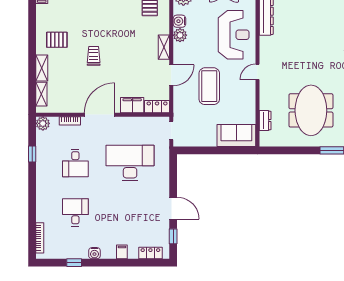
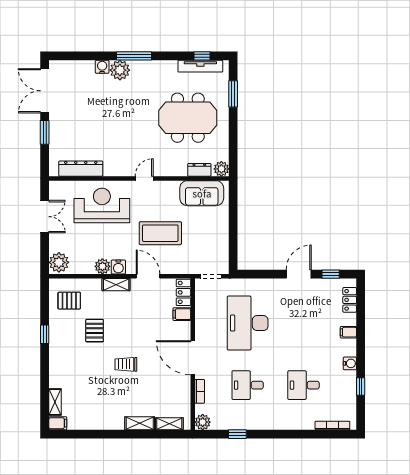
water cooler: (179, 21) -> (118, 267), moved
pallet: (57, 40) -> (95, 331), moved
door: (257, 72) -> (144, 178), swing flipped
filing cabinet: (132, 105) -> (182, 314), width x0.50
sofa: (236, 135) -> (202, 193), moved, turned -90
plant: (266, 140) -> (221, 169), added
desk: (75, 163) -> (248, 385), turned 180

